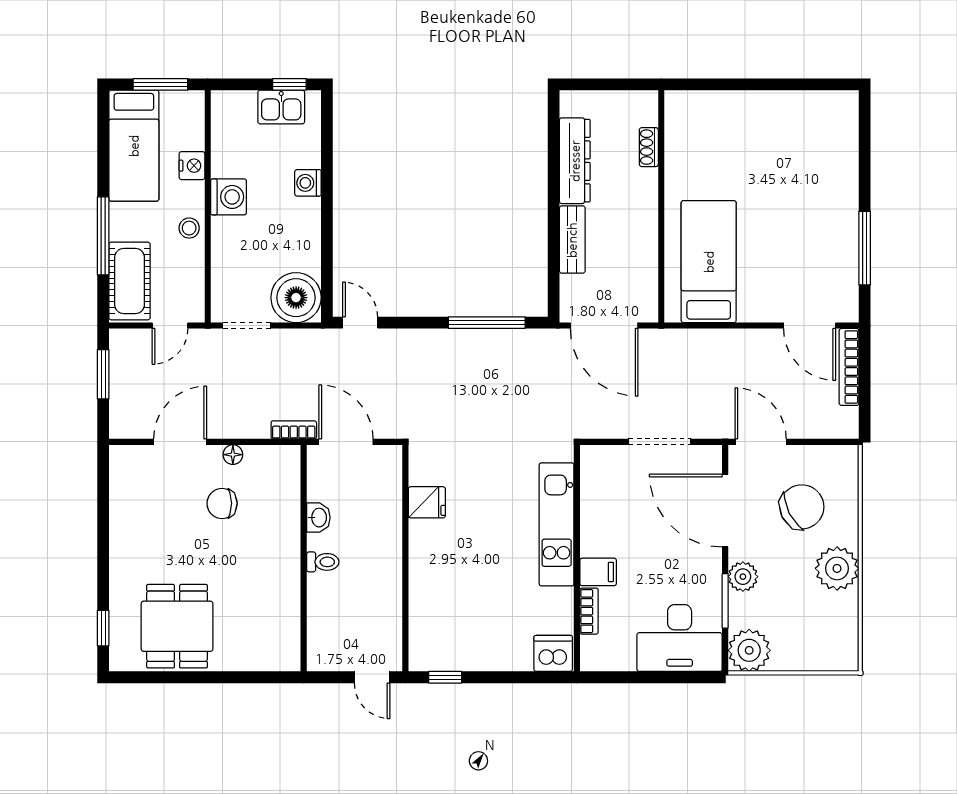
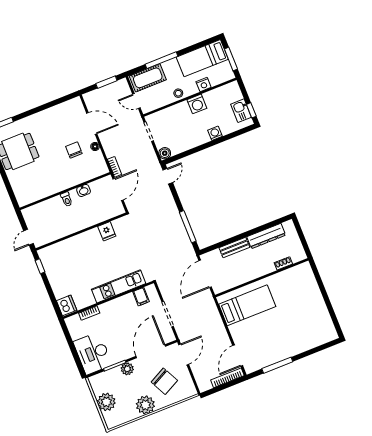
boiler: (296, 298) -> (165, 153), width x0.54, depth x0.54
filing cabinet: (598, 572) -> (141, 297), moved
plant: (749, 650) -> (106, 402), moved

